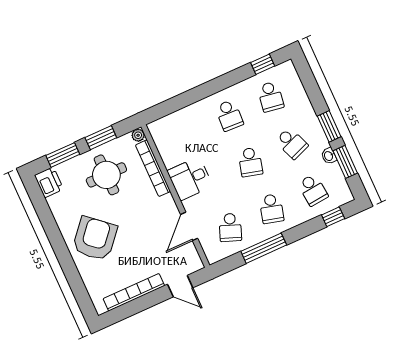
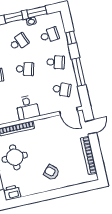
window: (333, 217) -> (71, 38), moved
door: (189, 226) -> (69, 111), moved
armchair: (95, 239) -> (52, 172), width x0.53, depth x0.53

